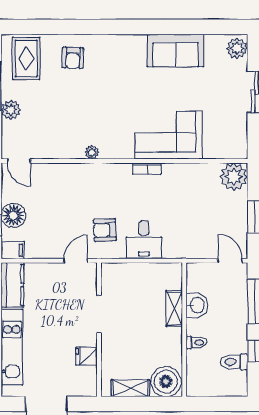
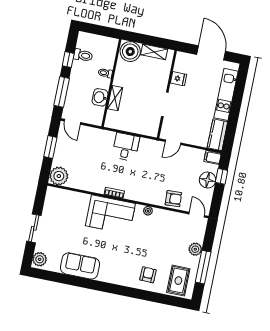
corner sofa: (169, 135) -> (110, 215), moved
armchair: (105, 230) -> (173, 199), moved

